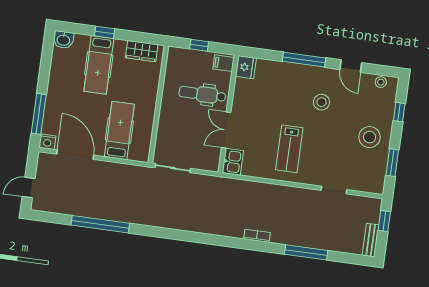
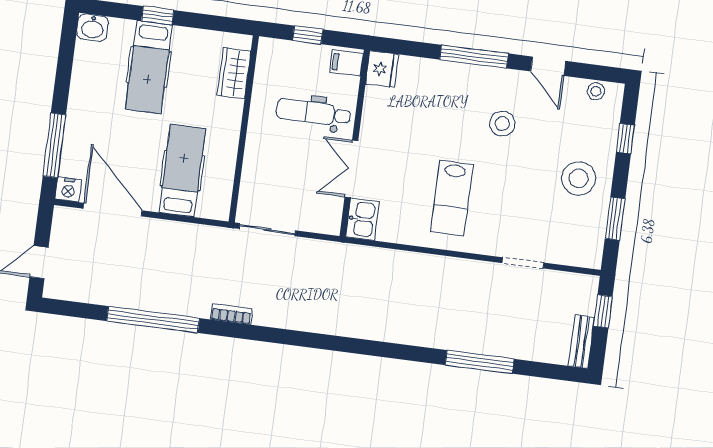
wardrobe: (142, 51) -> (234, 73), moved, turned 90
bookcase: (257, 236) -> (231, 314), moved

